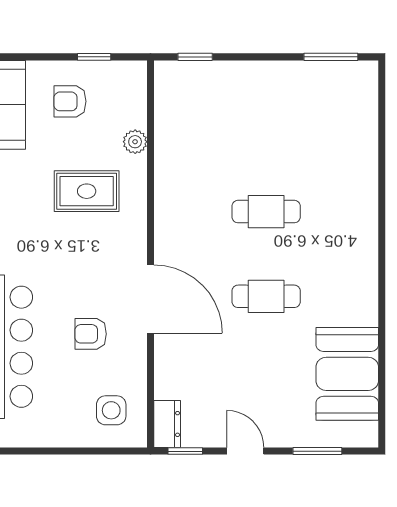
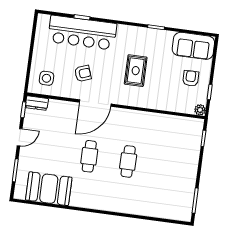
plant: (135, 142) -> (200, 110), moved
rug: (87, 191) -> (136, 71), moved
armchair: (91, 334) -> (83, 74), turned 70

